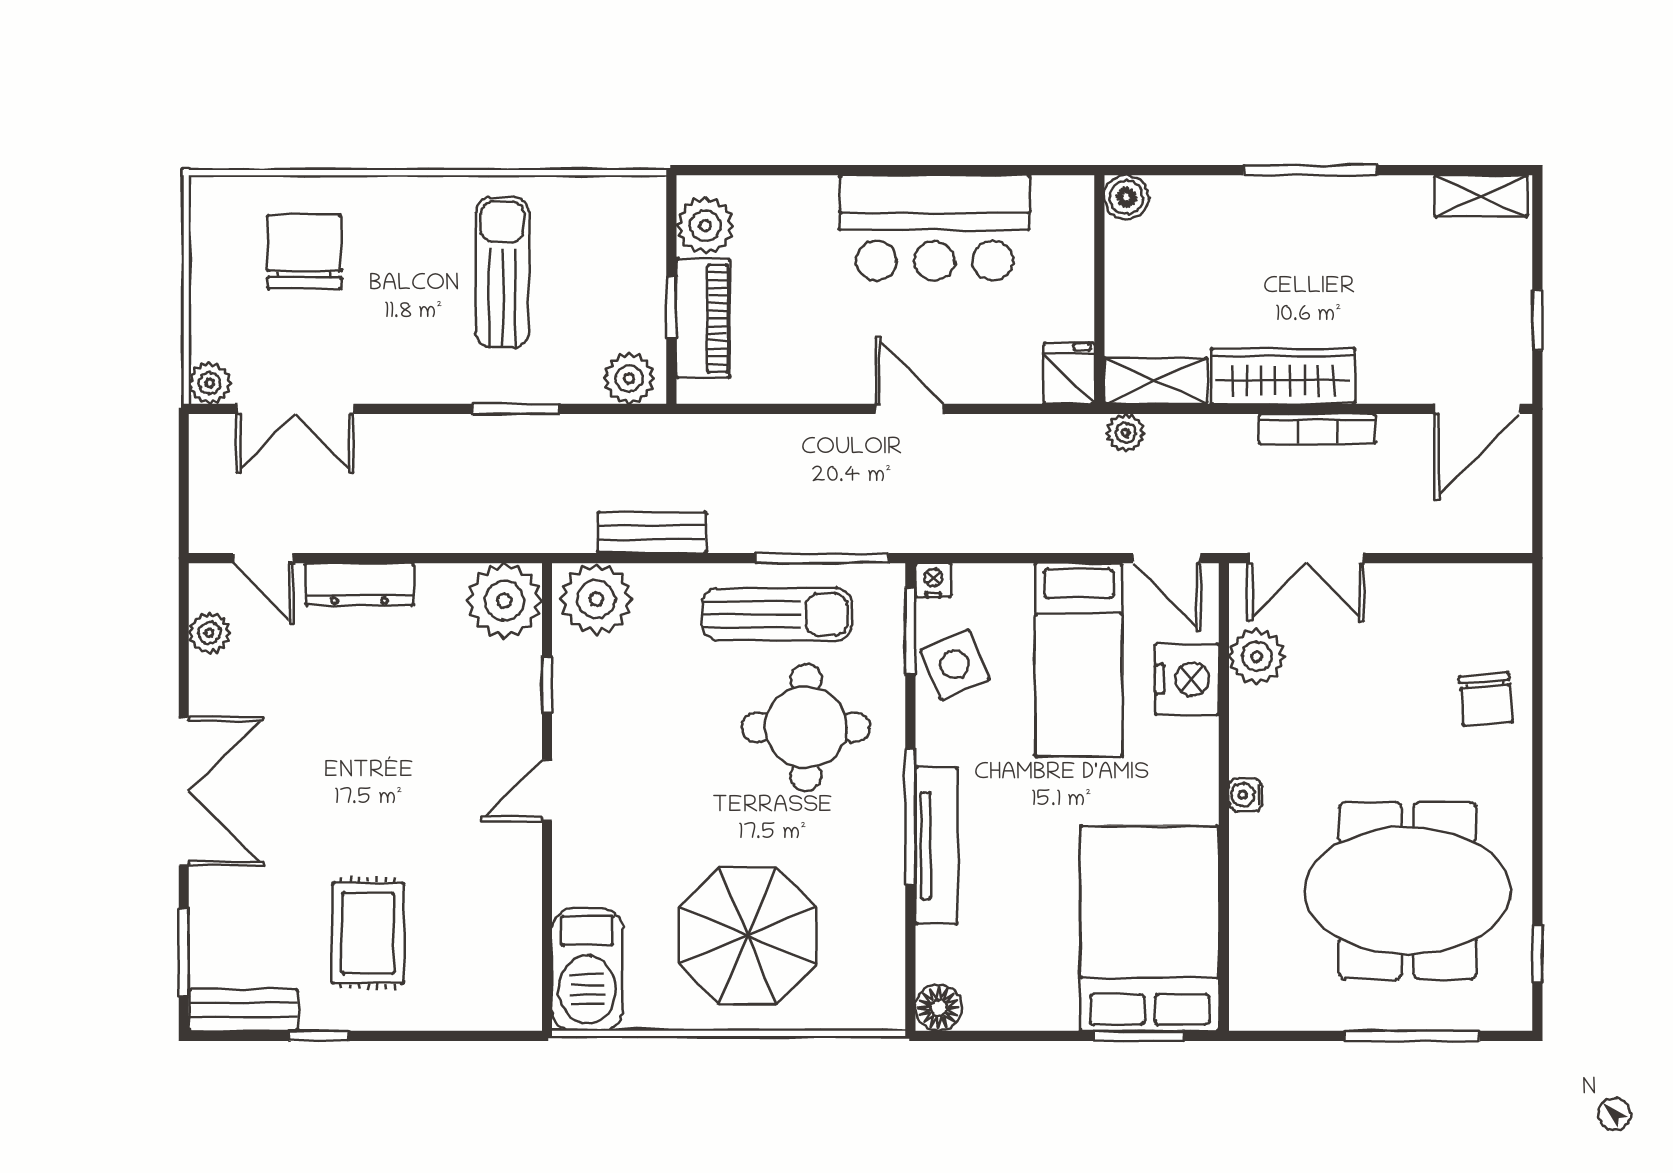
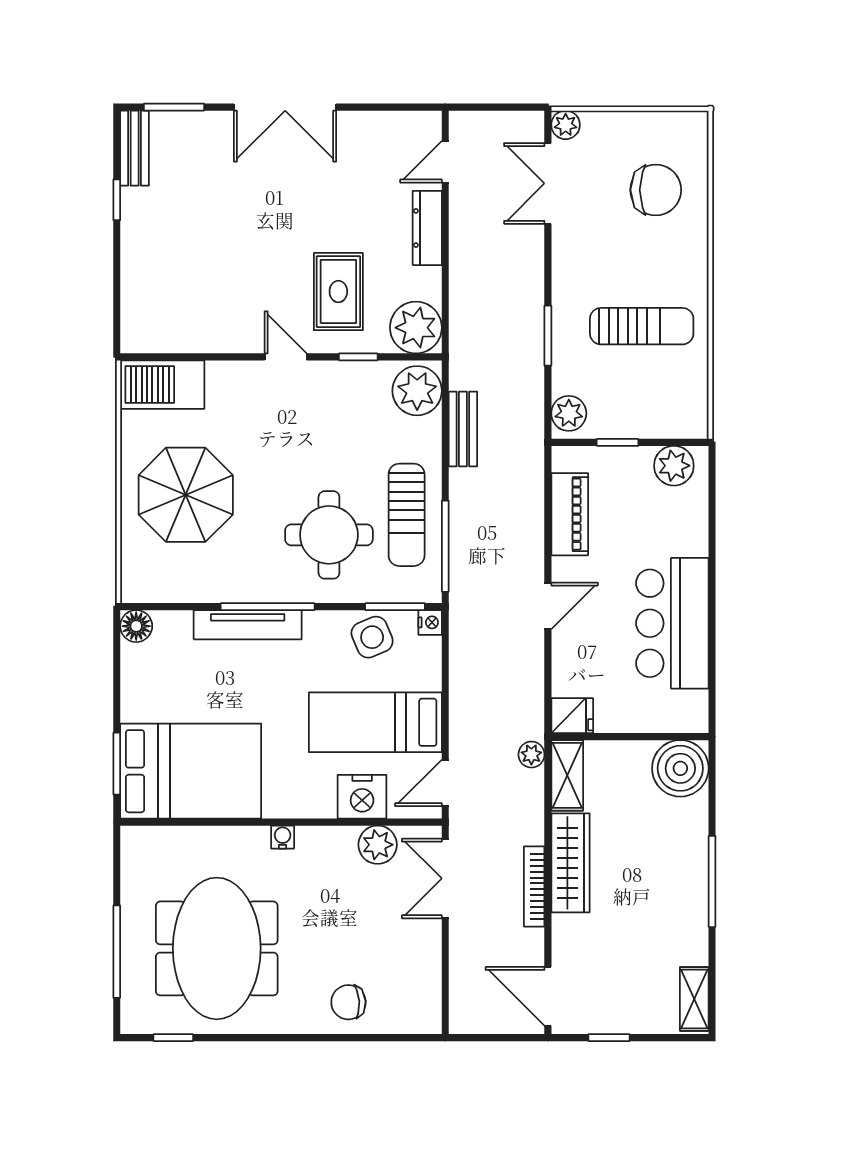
boiler: (1126, 197) -> (680, 768), width x1.86, depth x1.86
piano: (703, 318) -> (570, 514), moved, turned -90
plant: (209, 633) -> (394, 125), removed
rug: (368, 933) -> (338, 292), moved, turned 90

